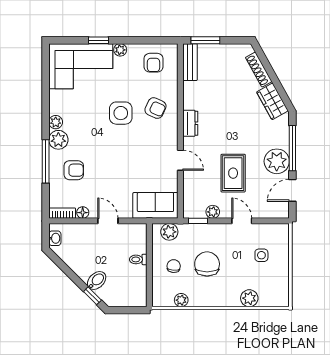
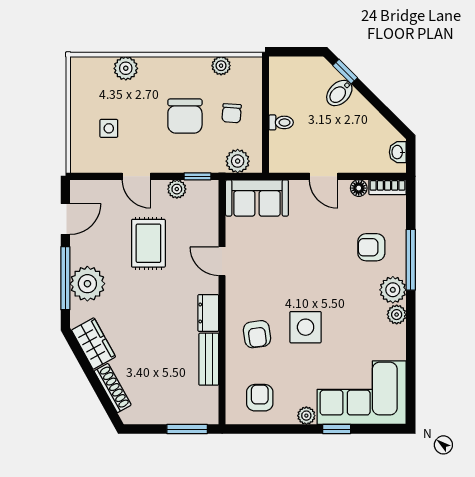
bench: (190, 62) -> (209, 359), moved
armchair: (155, 108) -> (257, 334), turned -123
plant: (277, 161) -> (87, 284), moved

